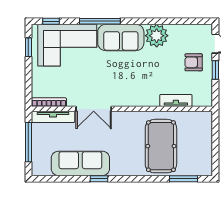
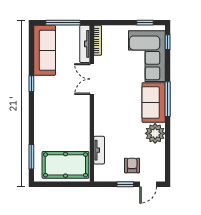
window: (100, 21) -> (168, 99), moved
pool table: (161, 146) -> (65, 165), moved
sofa: (80, 163) -> (45, 50), moved

